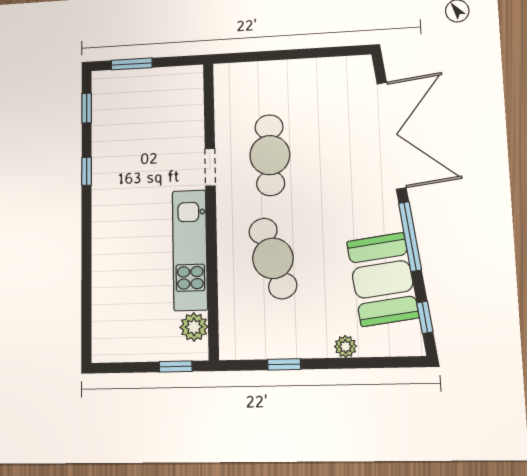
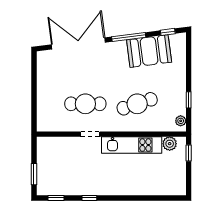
plant: (346, 346) -> (181, 121), moved

